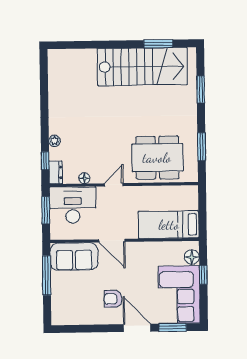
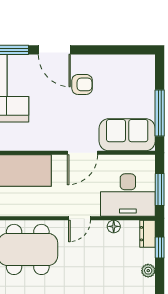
door: (112, 241) -> (82, 153), swing flipped

